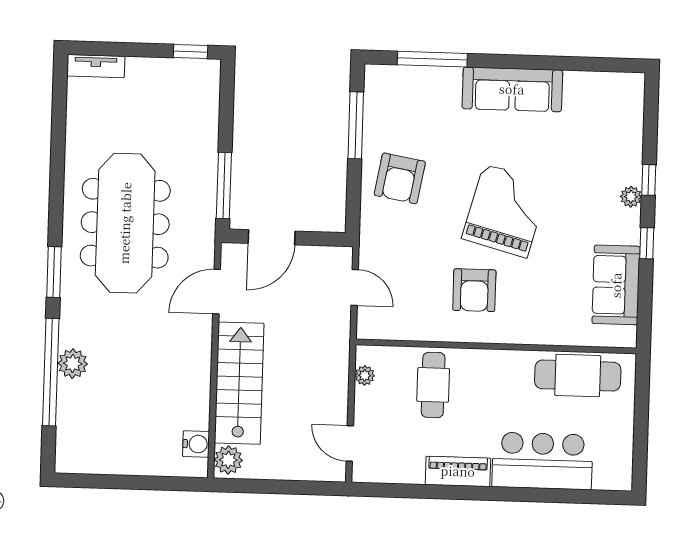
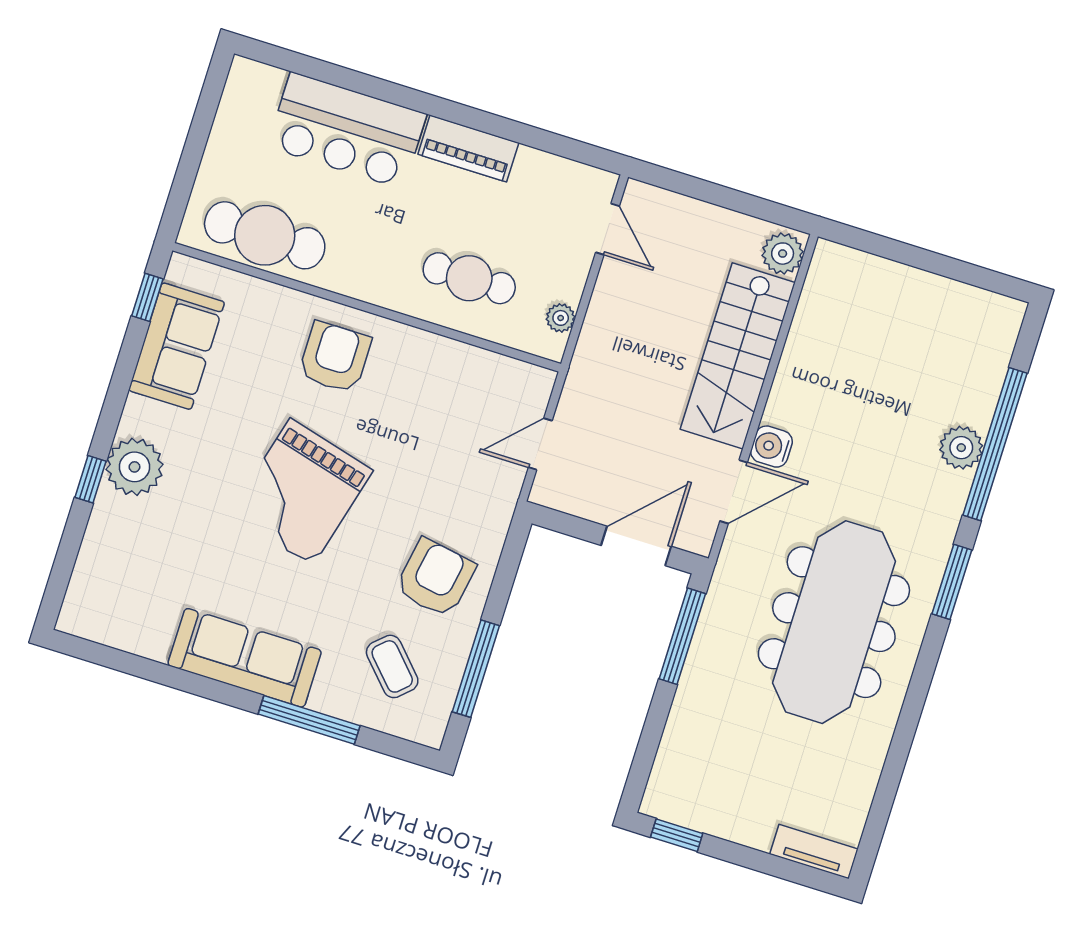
window: (432, 59) -> (309, 720), moved
coffee table: (412, 111) -> (392, 666), added
plant: (631, 197) -> (134, 467), width x1.88, depth x1.88
window: (647, 243) -> (147, 297), moved
door: (355, 287) -> (540, 444), hinge flipped
armchair: (474, 290) -> (335, 357), moved
cafe table: (433, 385) -> (469, 278), turned 90
water cooler: (196, 444) -> (771, 447), moved

